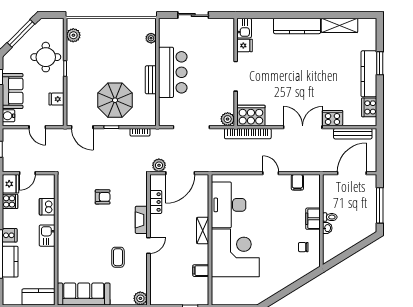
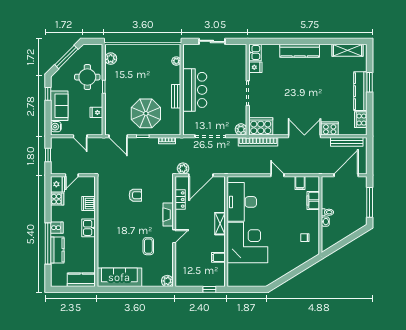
shelving: (340, 25) -> (348, 50), moved
filing cabinet: (313, 219) -> (313, 201), moved

